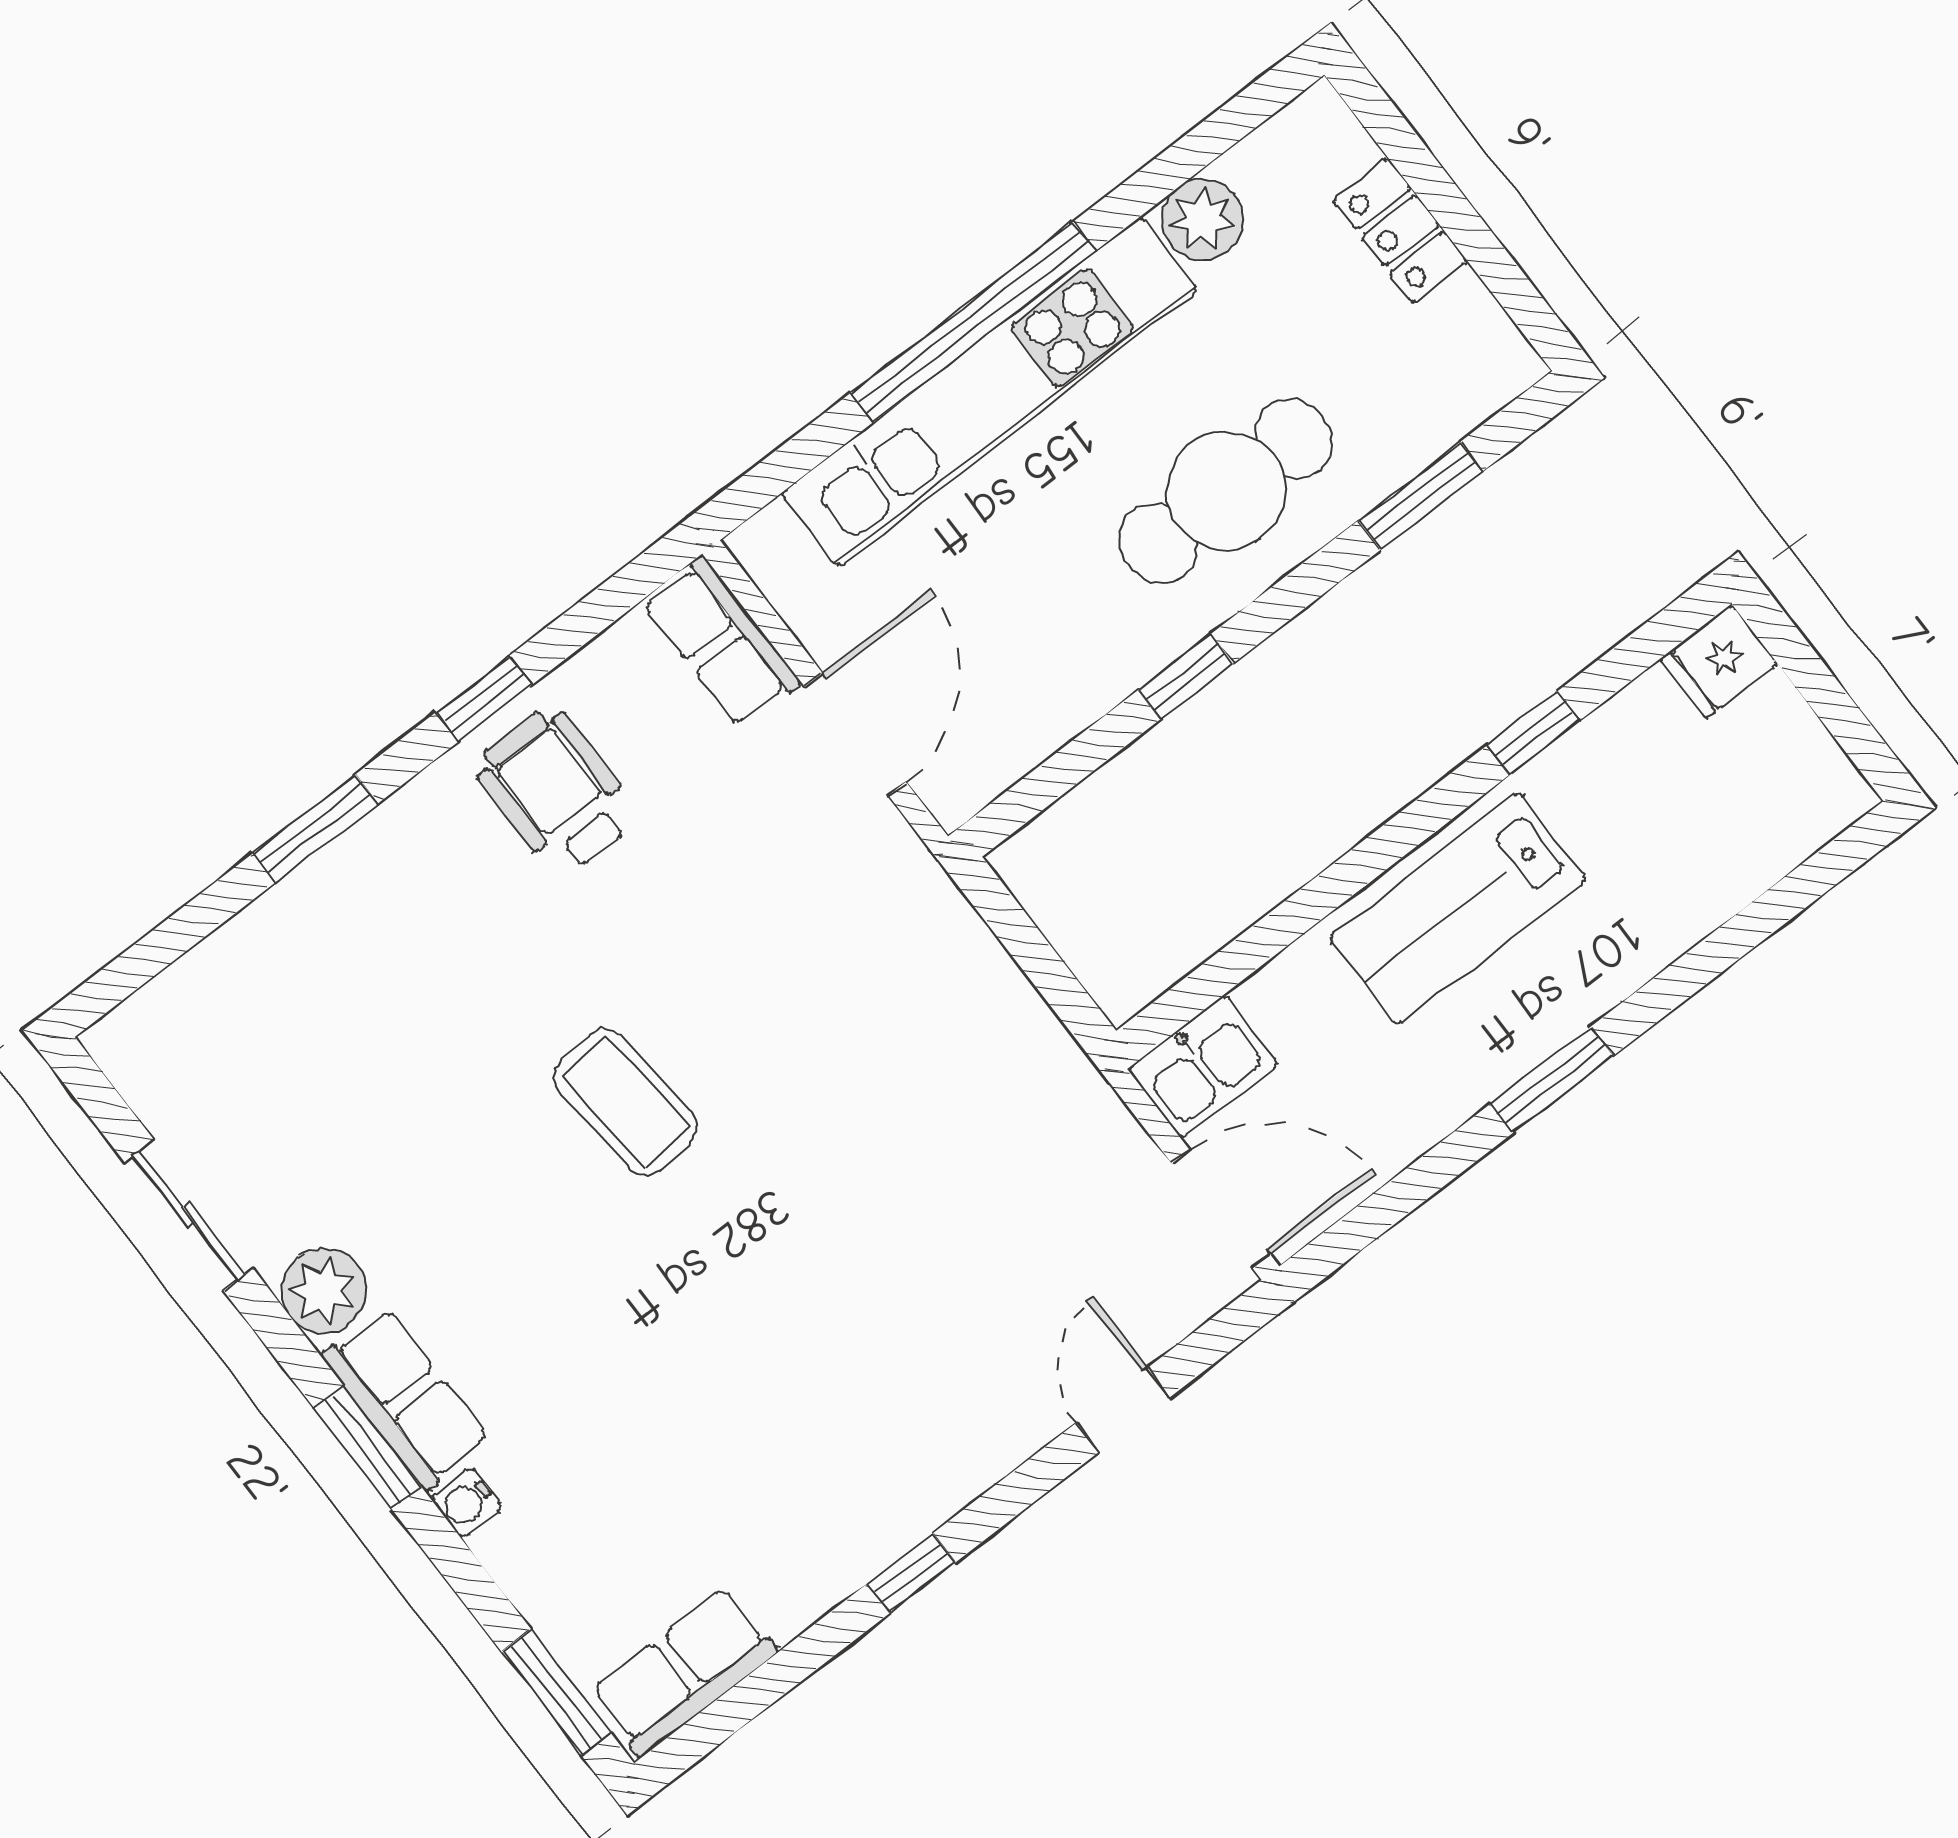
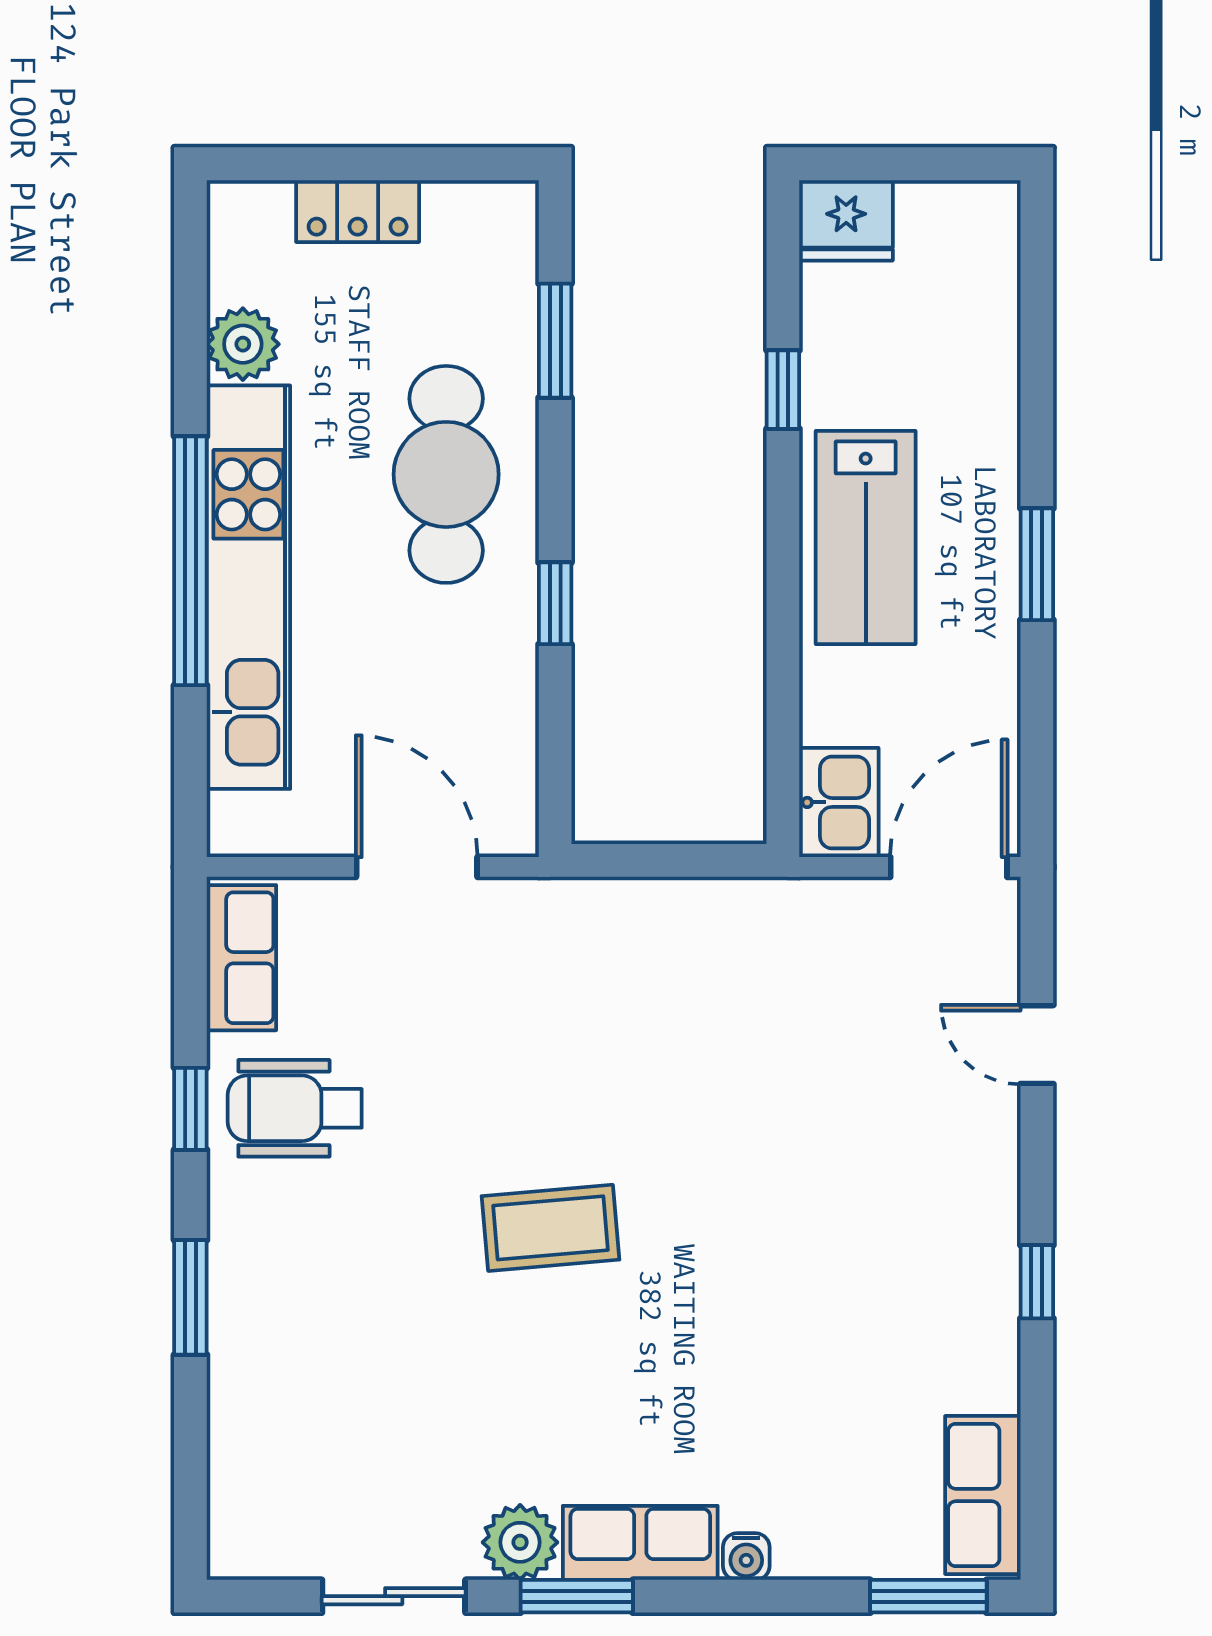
row of seats: (721, 642) -> (241, 958), moved, turned -90
fridge: (1719, 661) -> (846, 220), width x1.38
window: (367, 1447) -> (577, 1596), moved

